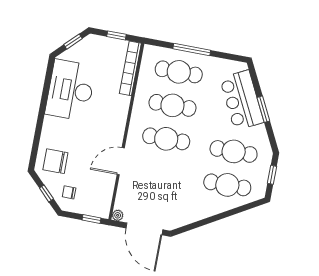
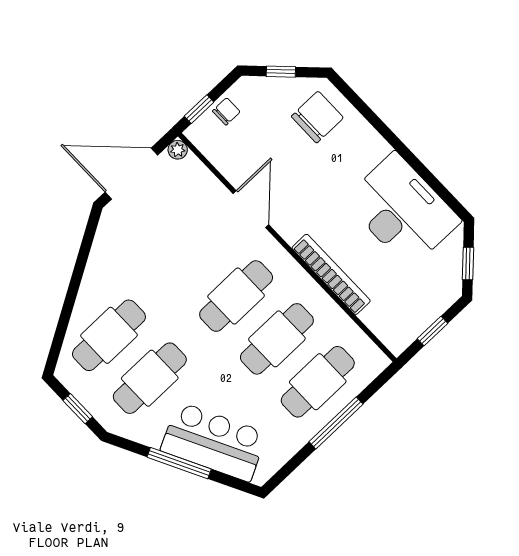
bookcase: (130, 68) -> (331, 274), moved
window: (263, 109) -> (179, 463), width x1.44
chair: (69, 192) -> (226, 111), moved

